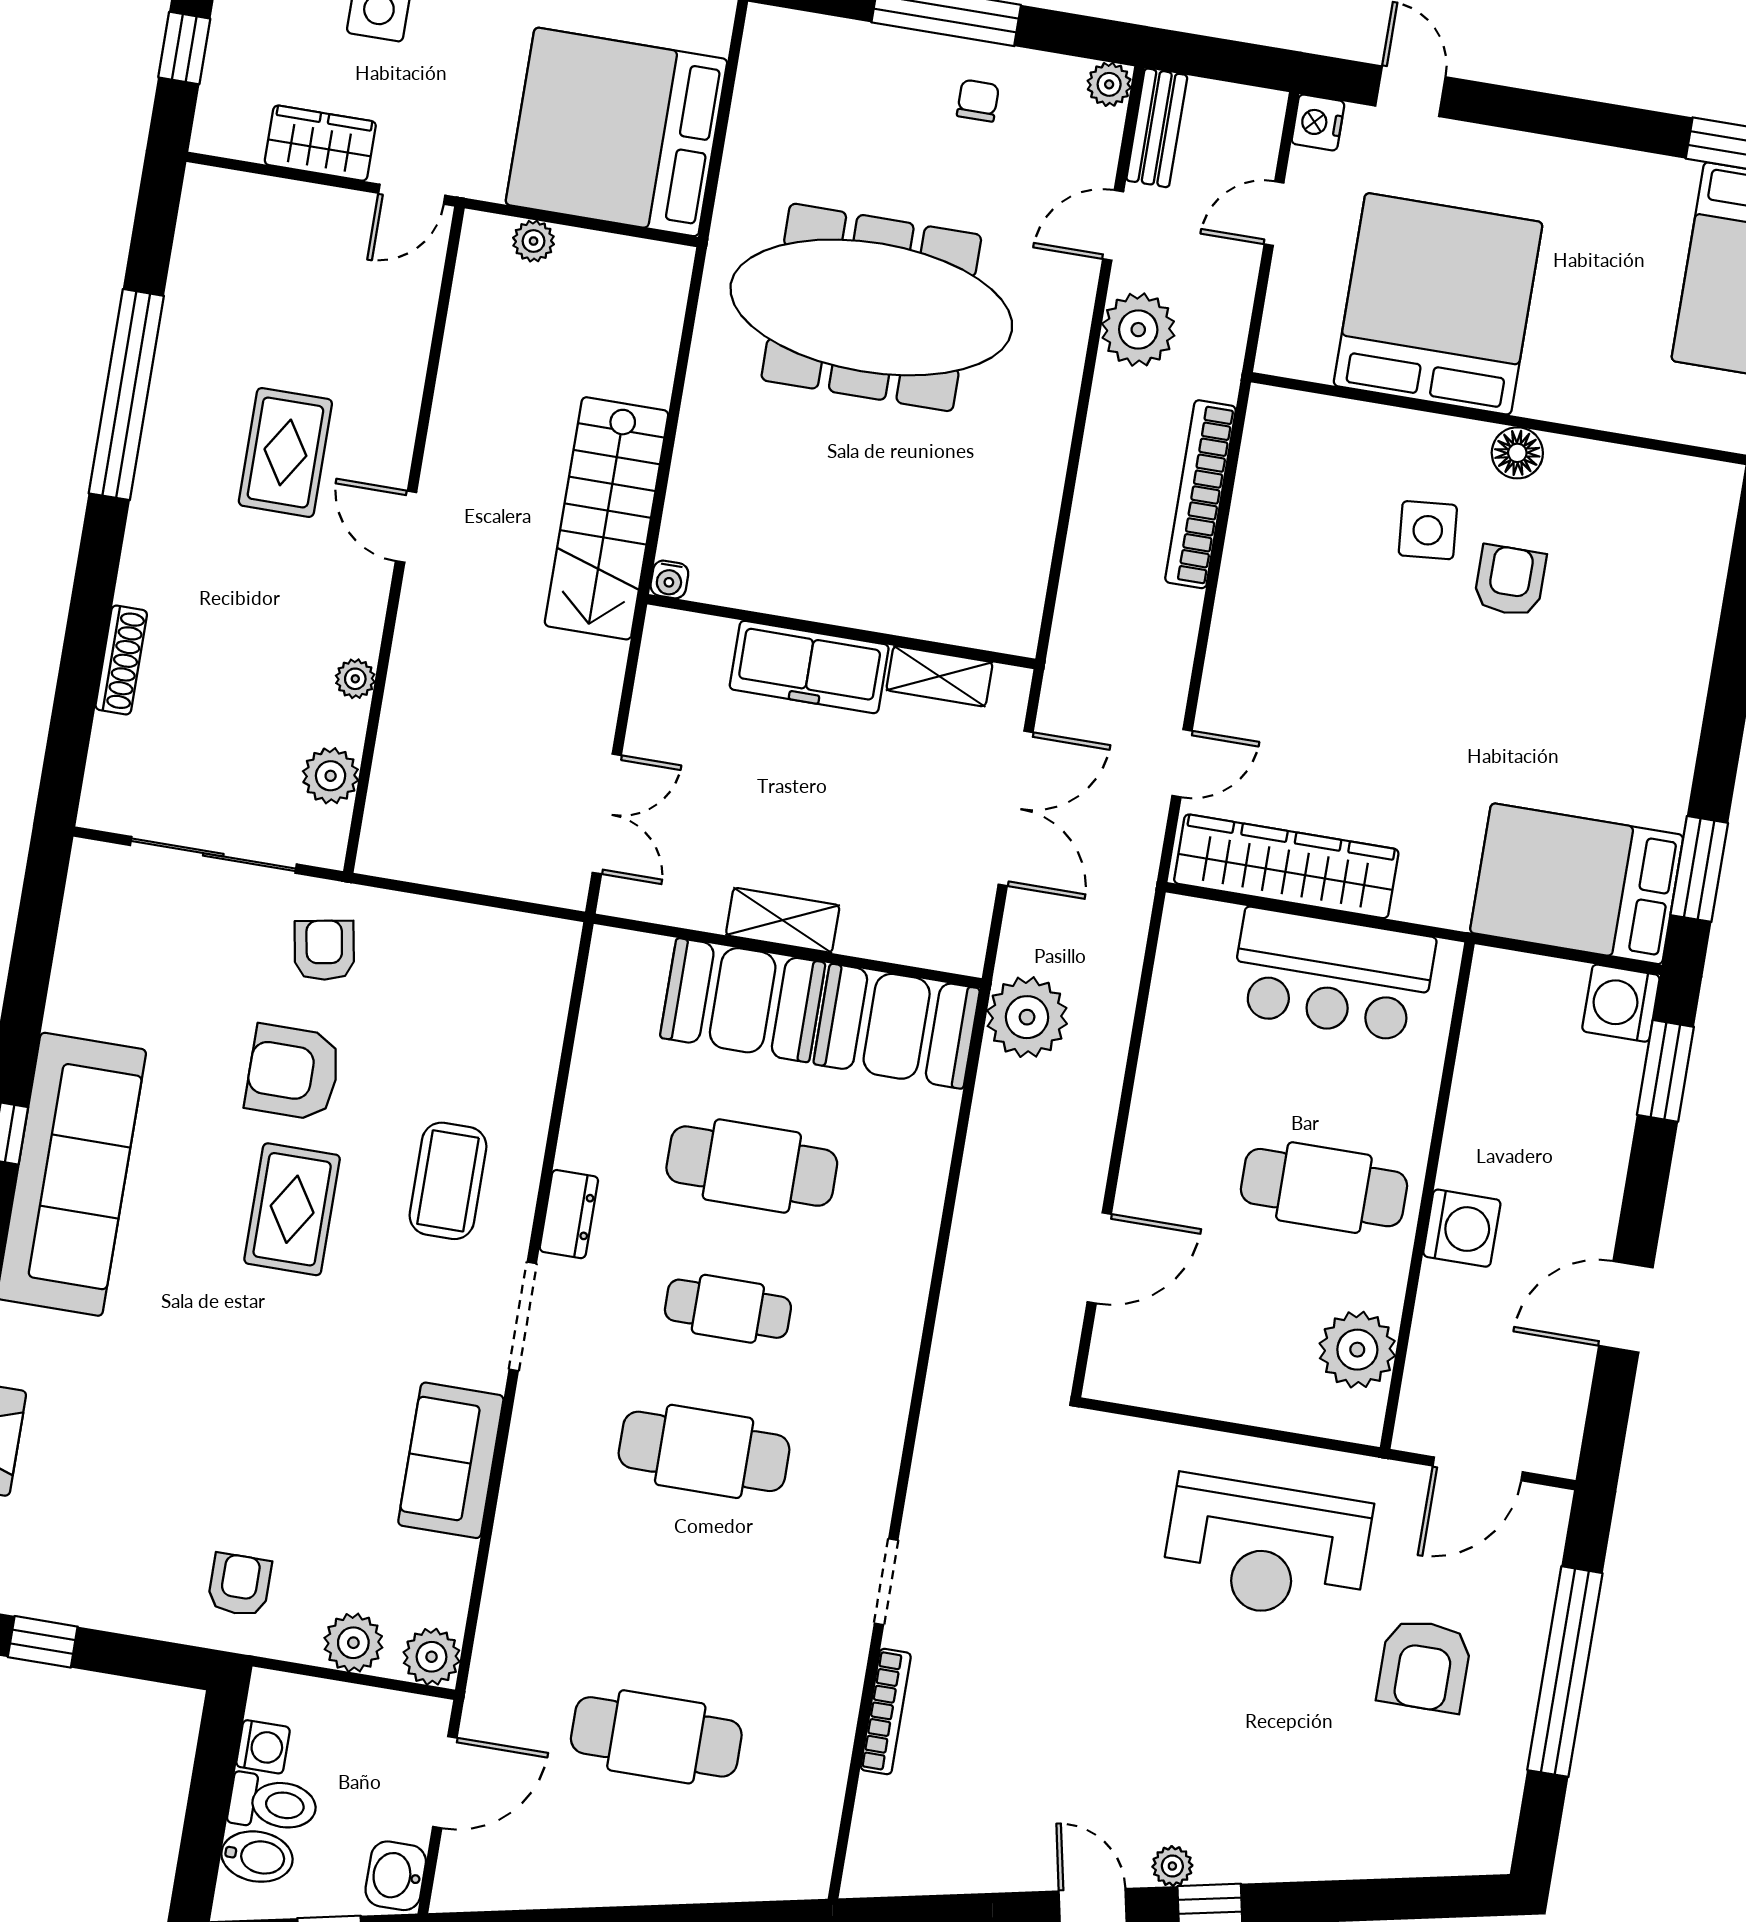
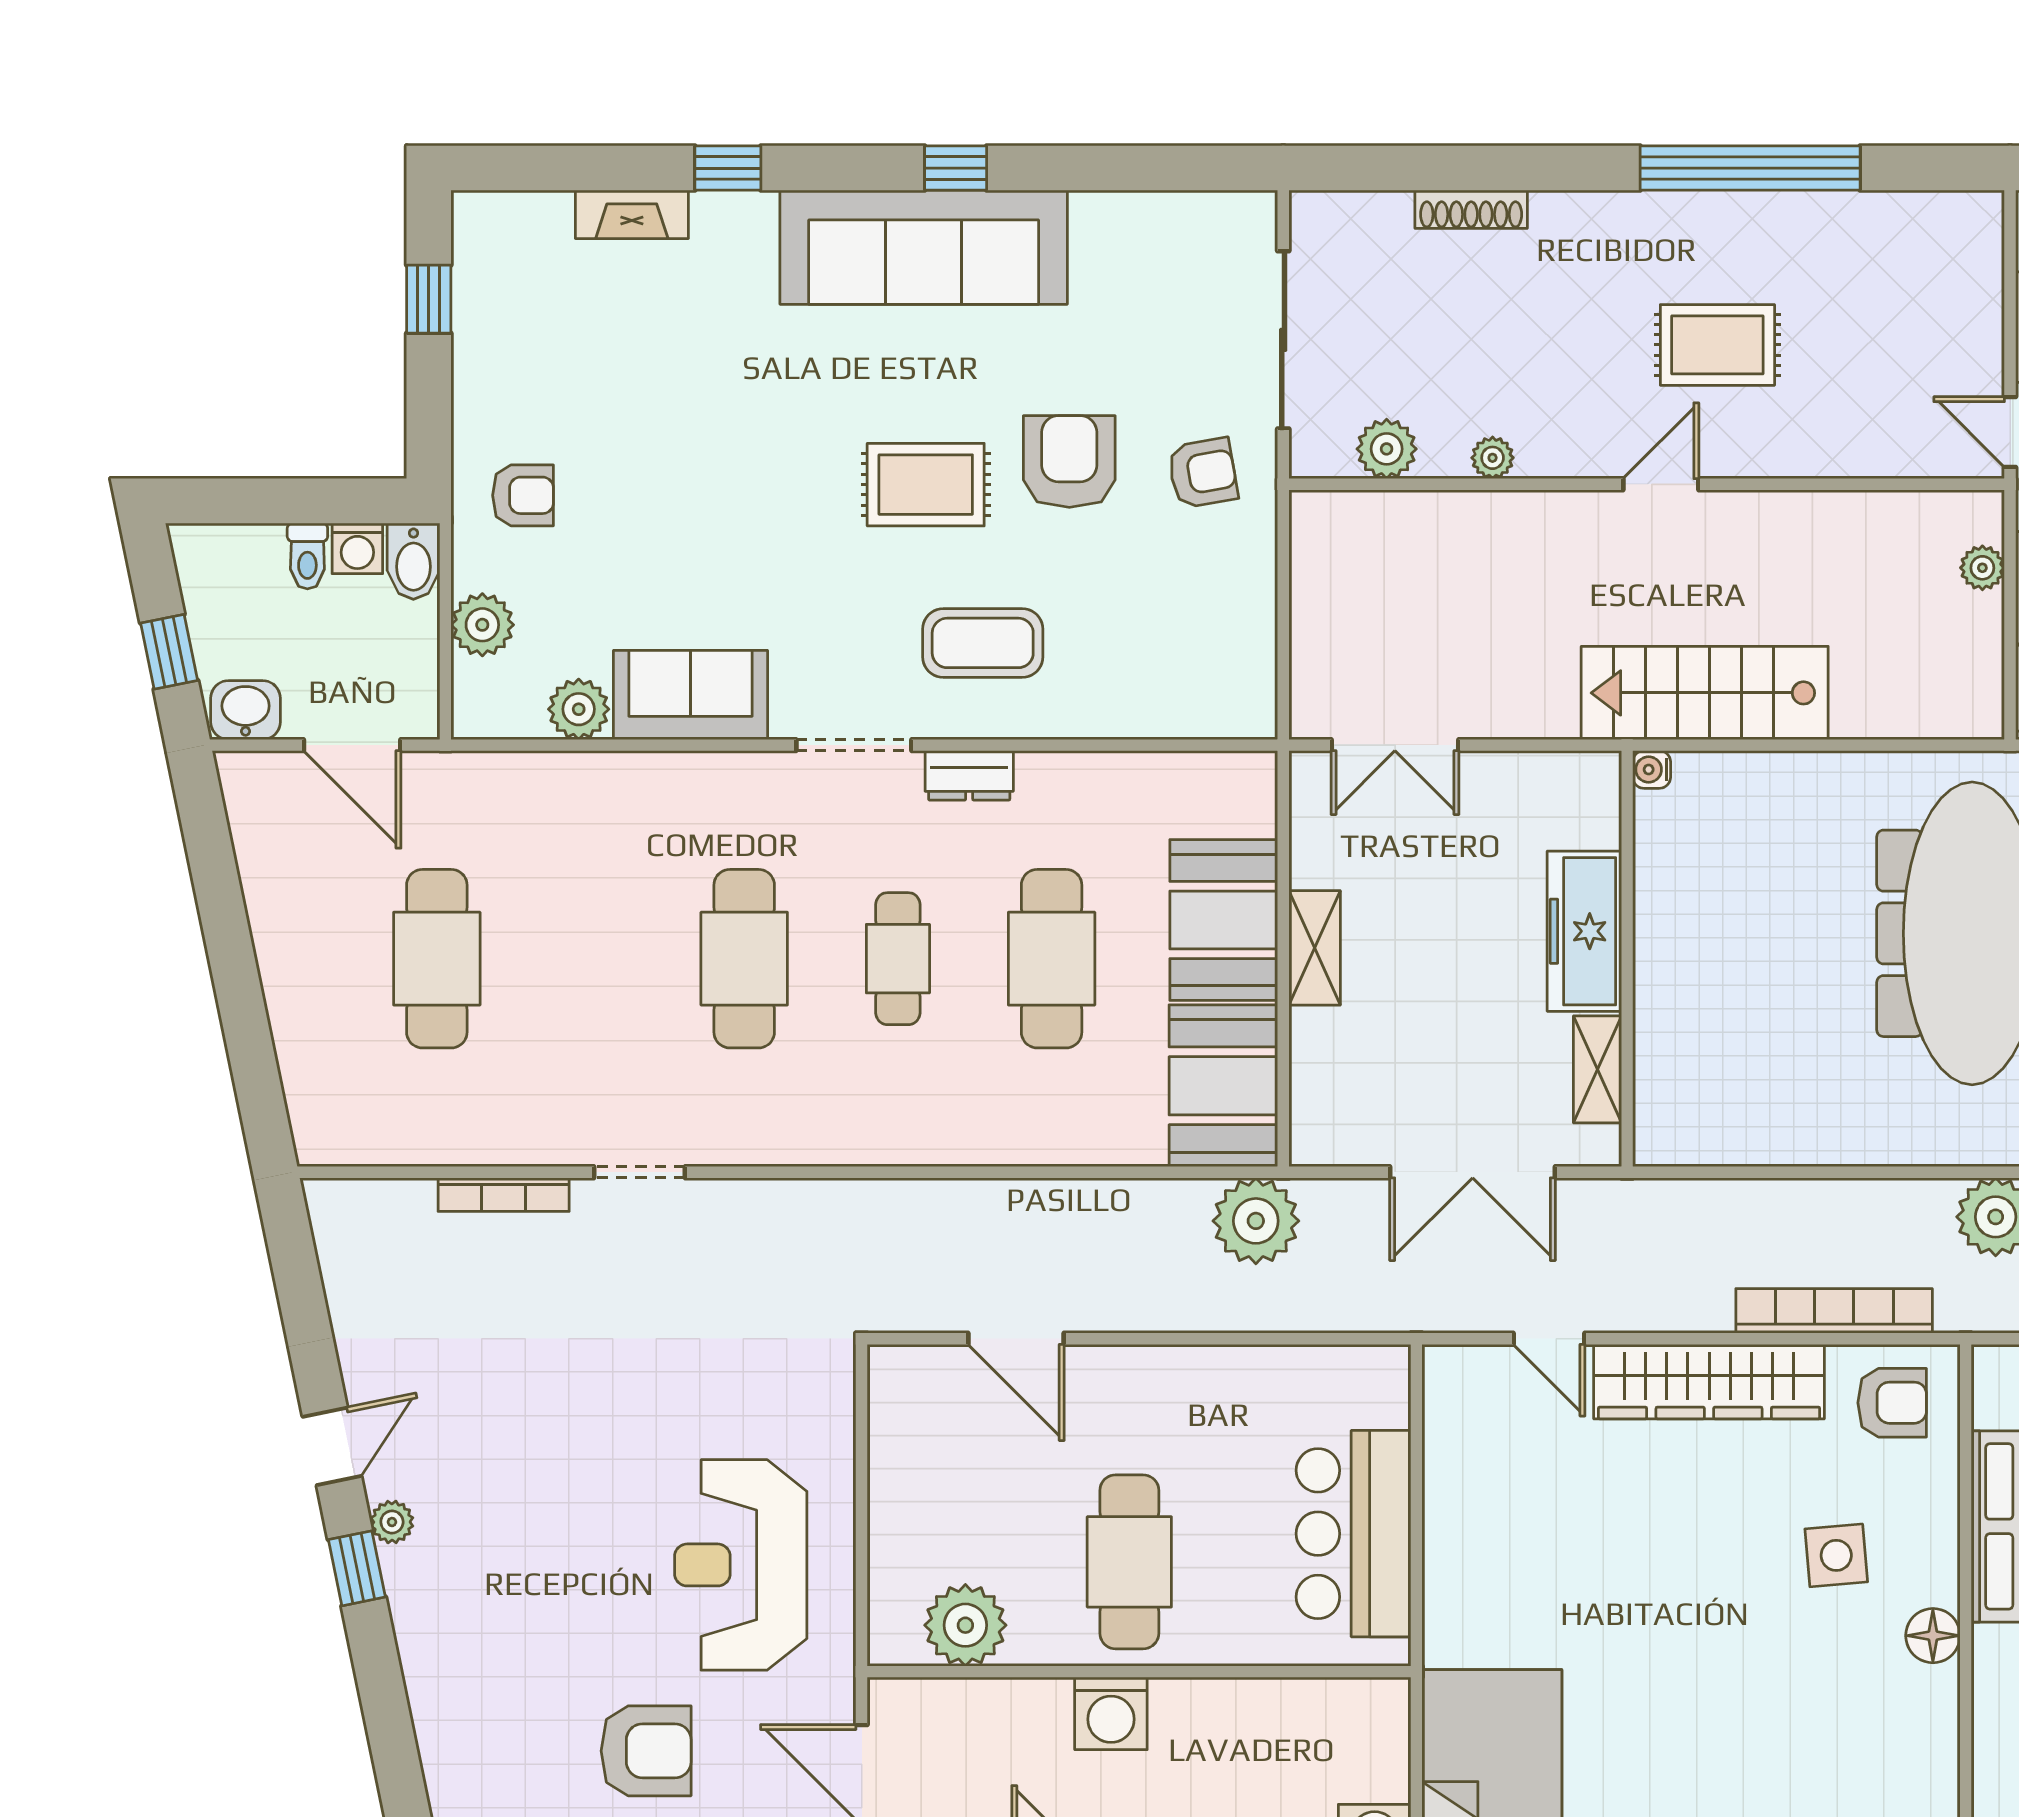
armchair: (1510, 581) -> (1892, 1403), moved
wardrobe: (1286, 866) -> (1709, 1382), moved, turned 90
plant: (432, 1657) -> (579, 709), moved
armchair: (1424, 1666) -> (646, 1751), turned 180
toilet: (273, 1803) -> (307, 556), width x0.73, depth x0.72
bidet: (257, 1857) -> (413, 561), moved

